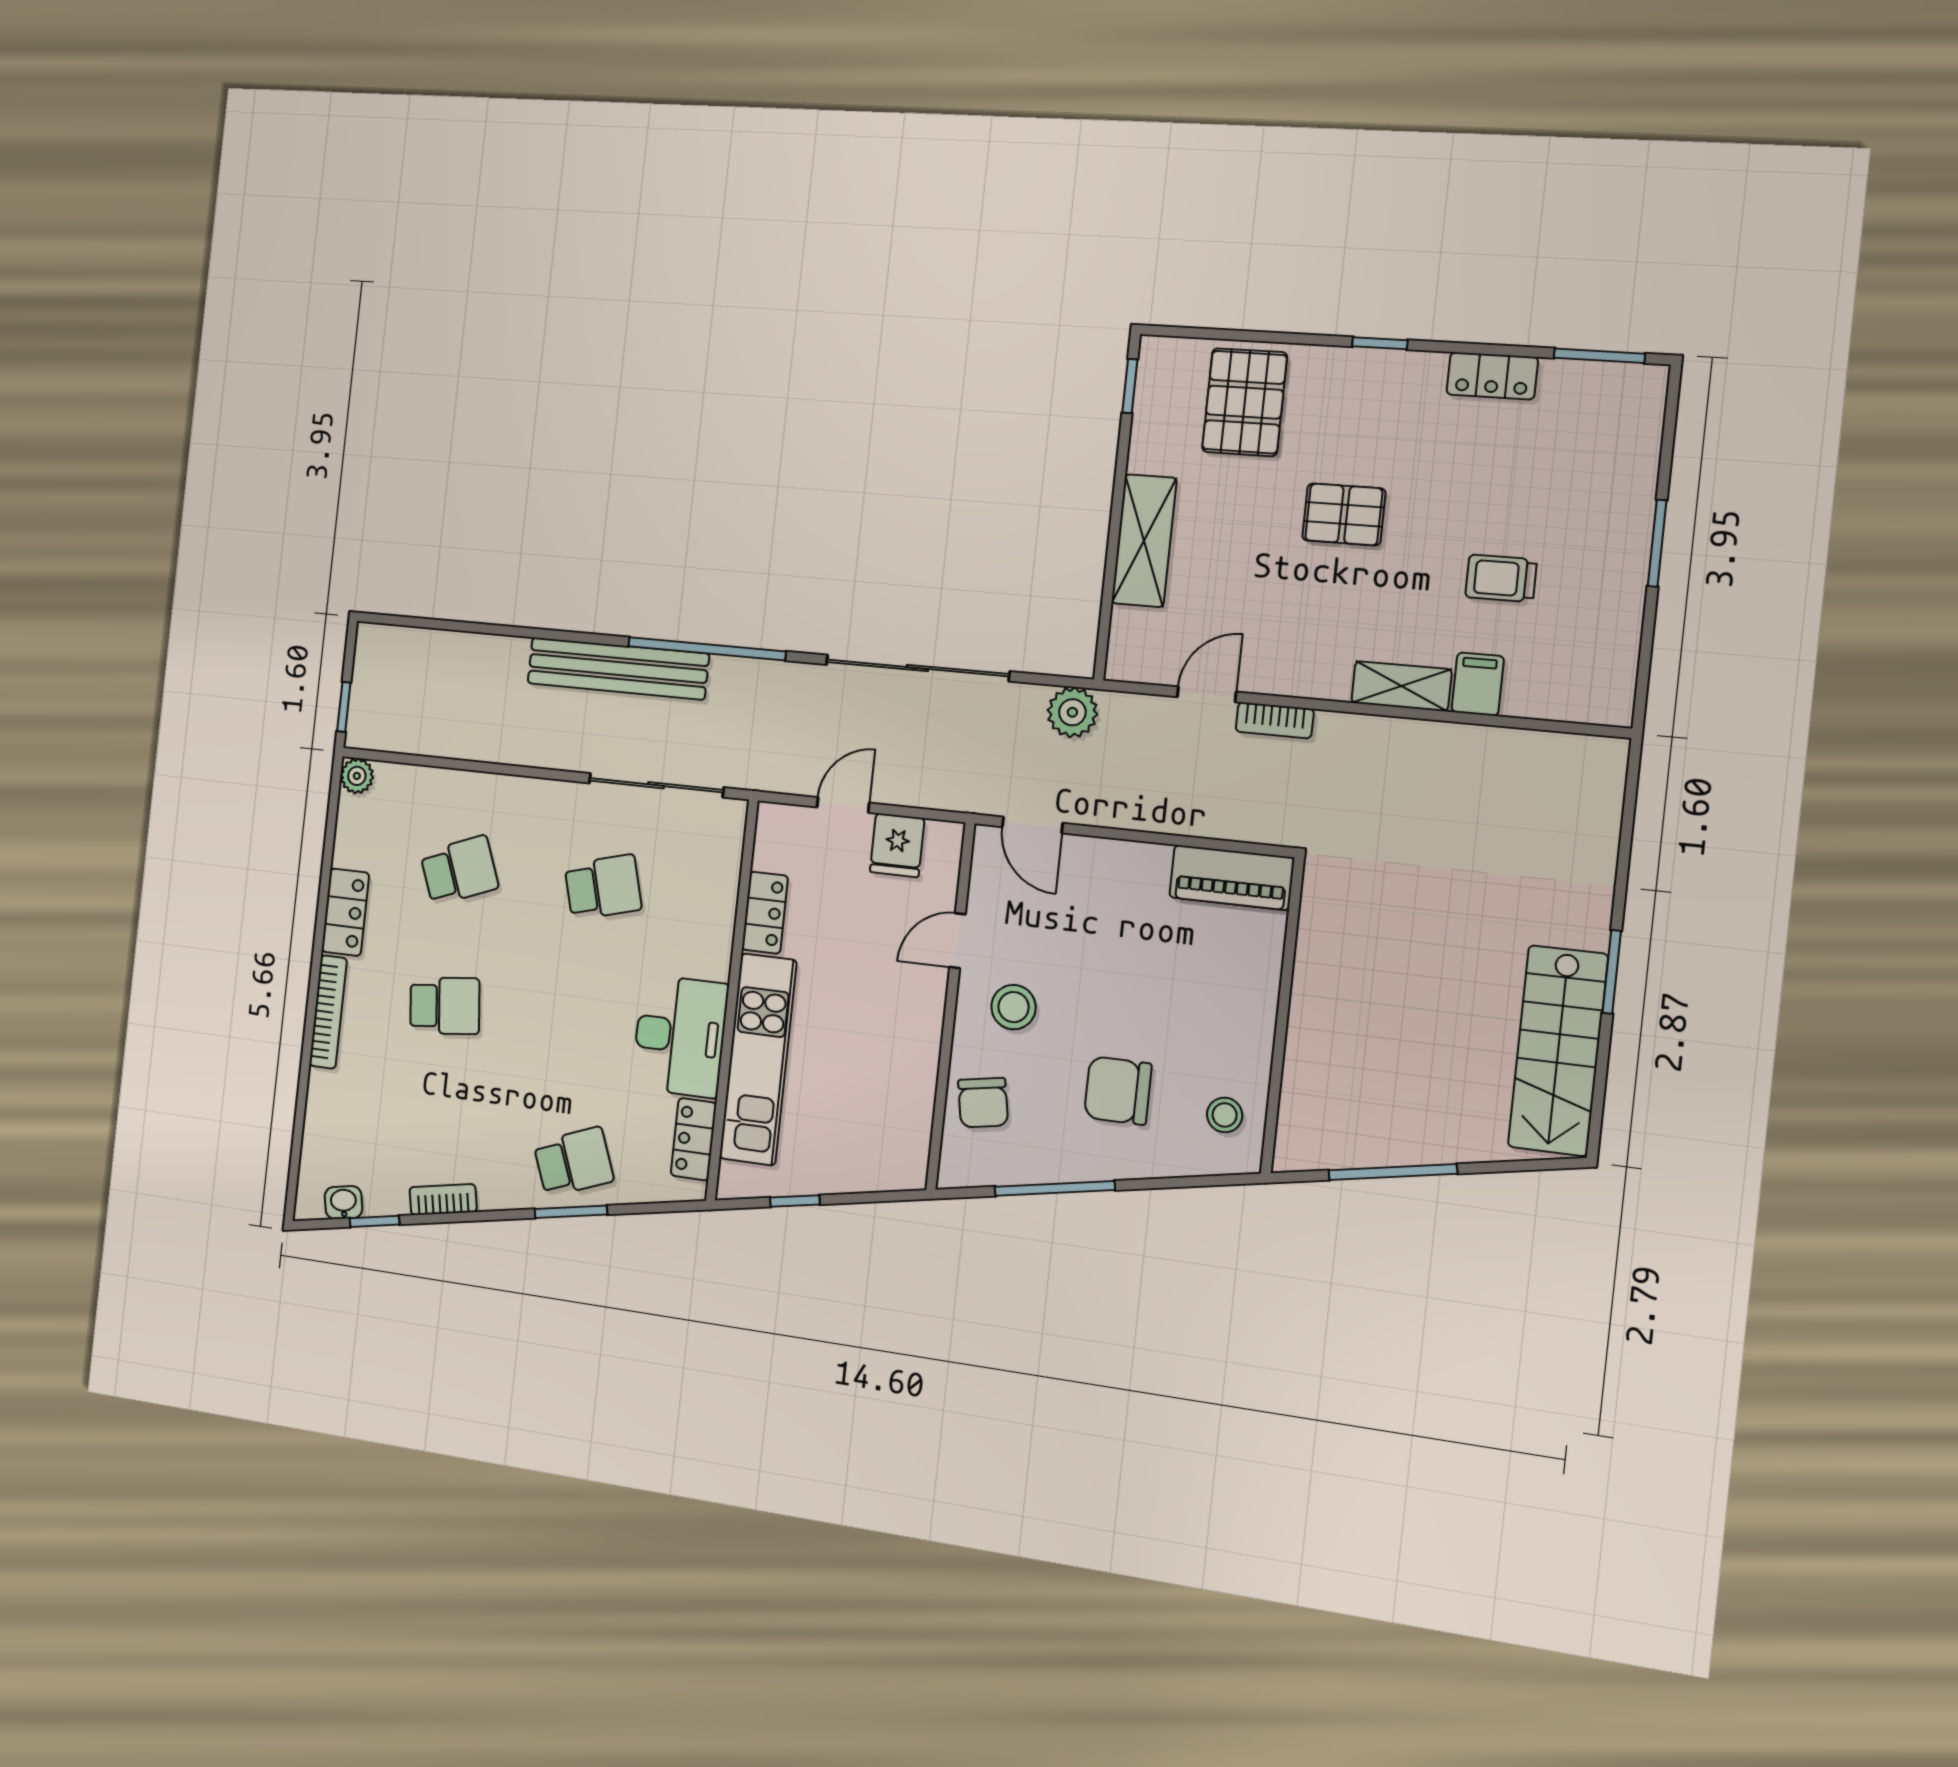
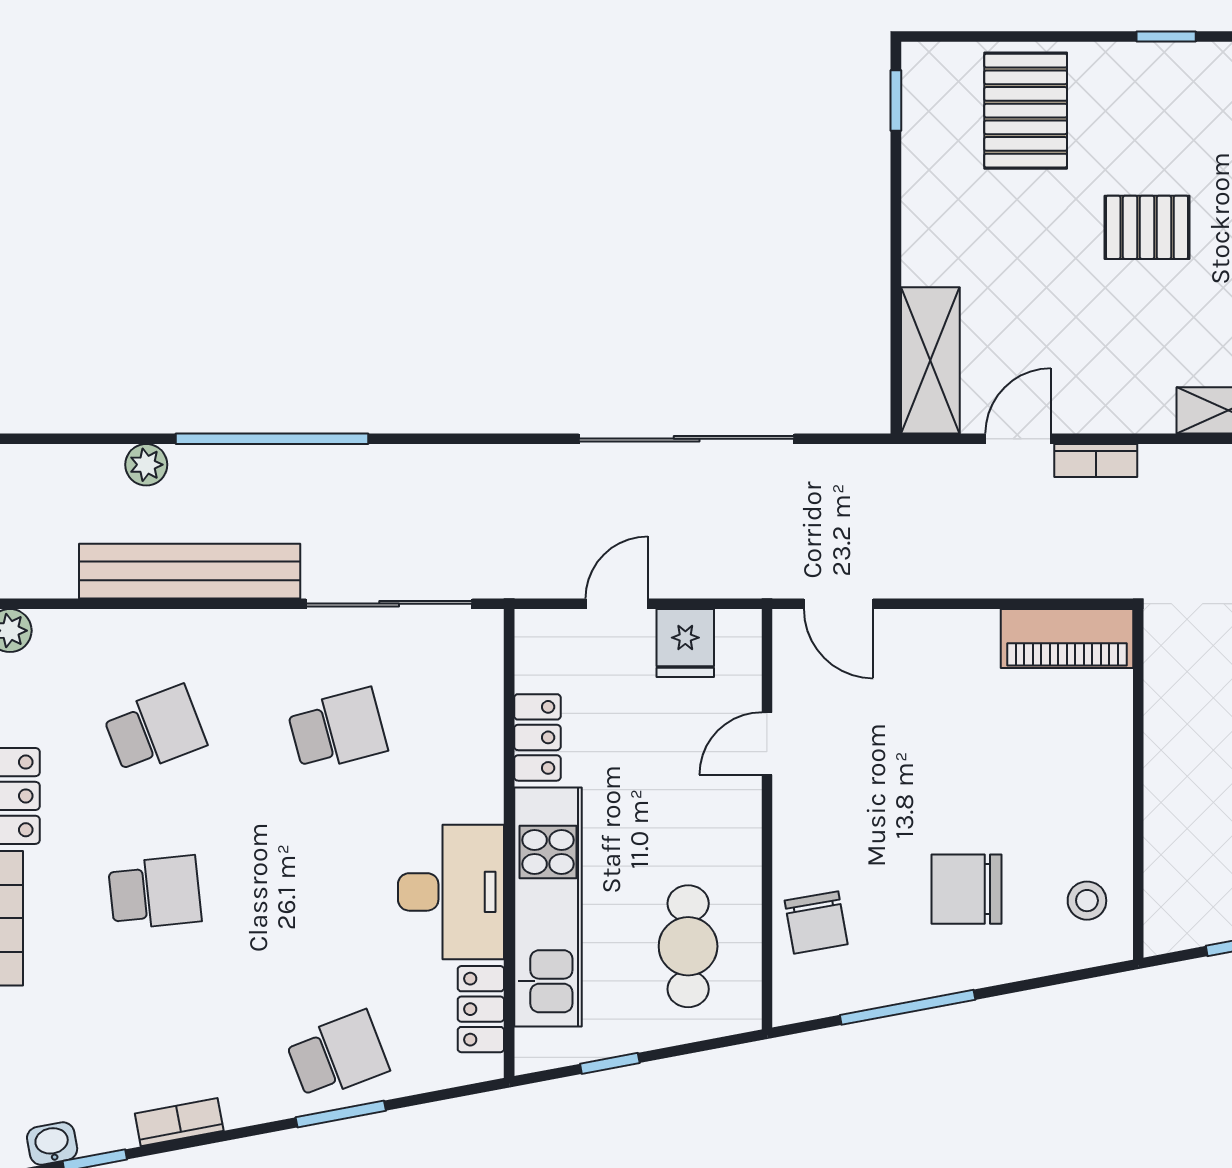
shelving: (1144, 541) -> (930, 360), moved
window: (707, 649) -> (272, 439), moved
bench: (618, 668) -> (190, 571), moved
plant: (1072, 712) -> (146, 465), moved, width x0.73, depth x0.73
stool: (1014, 1007) -> (839, 811), removed
cafe table: (871, 1109) -> (688, 946), added

